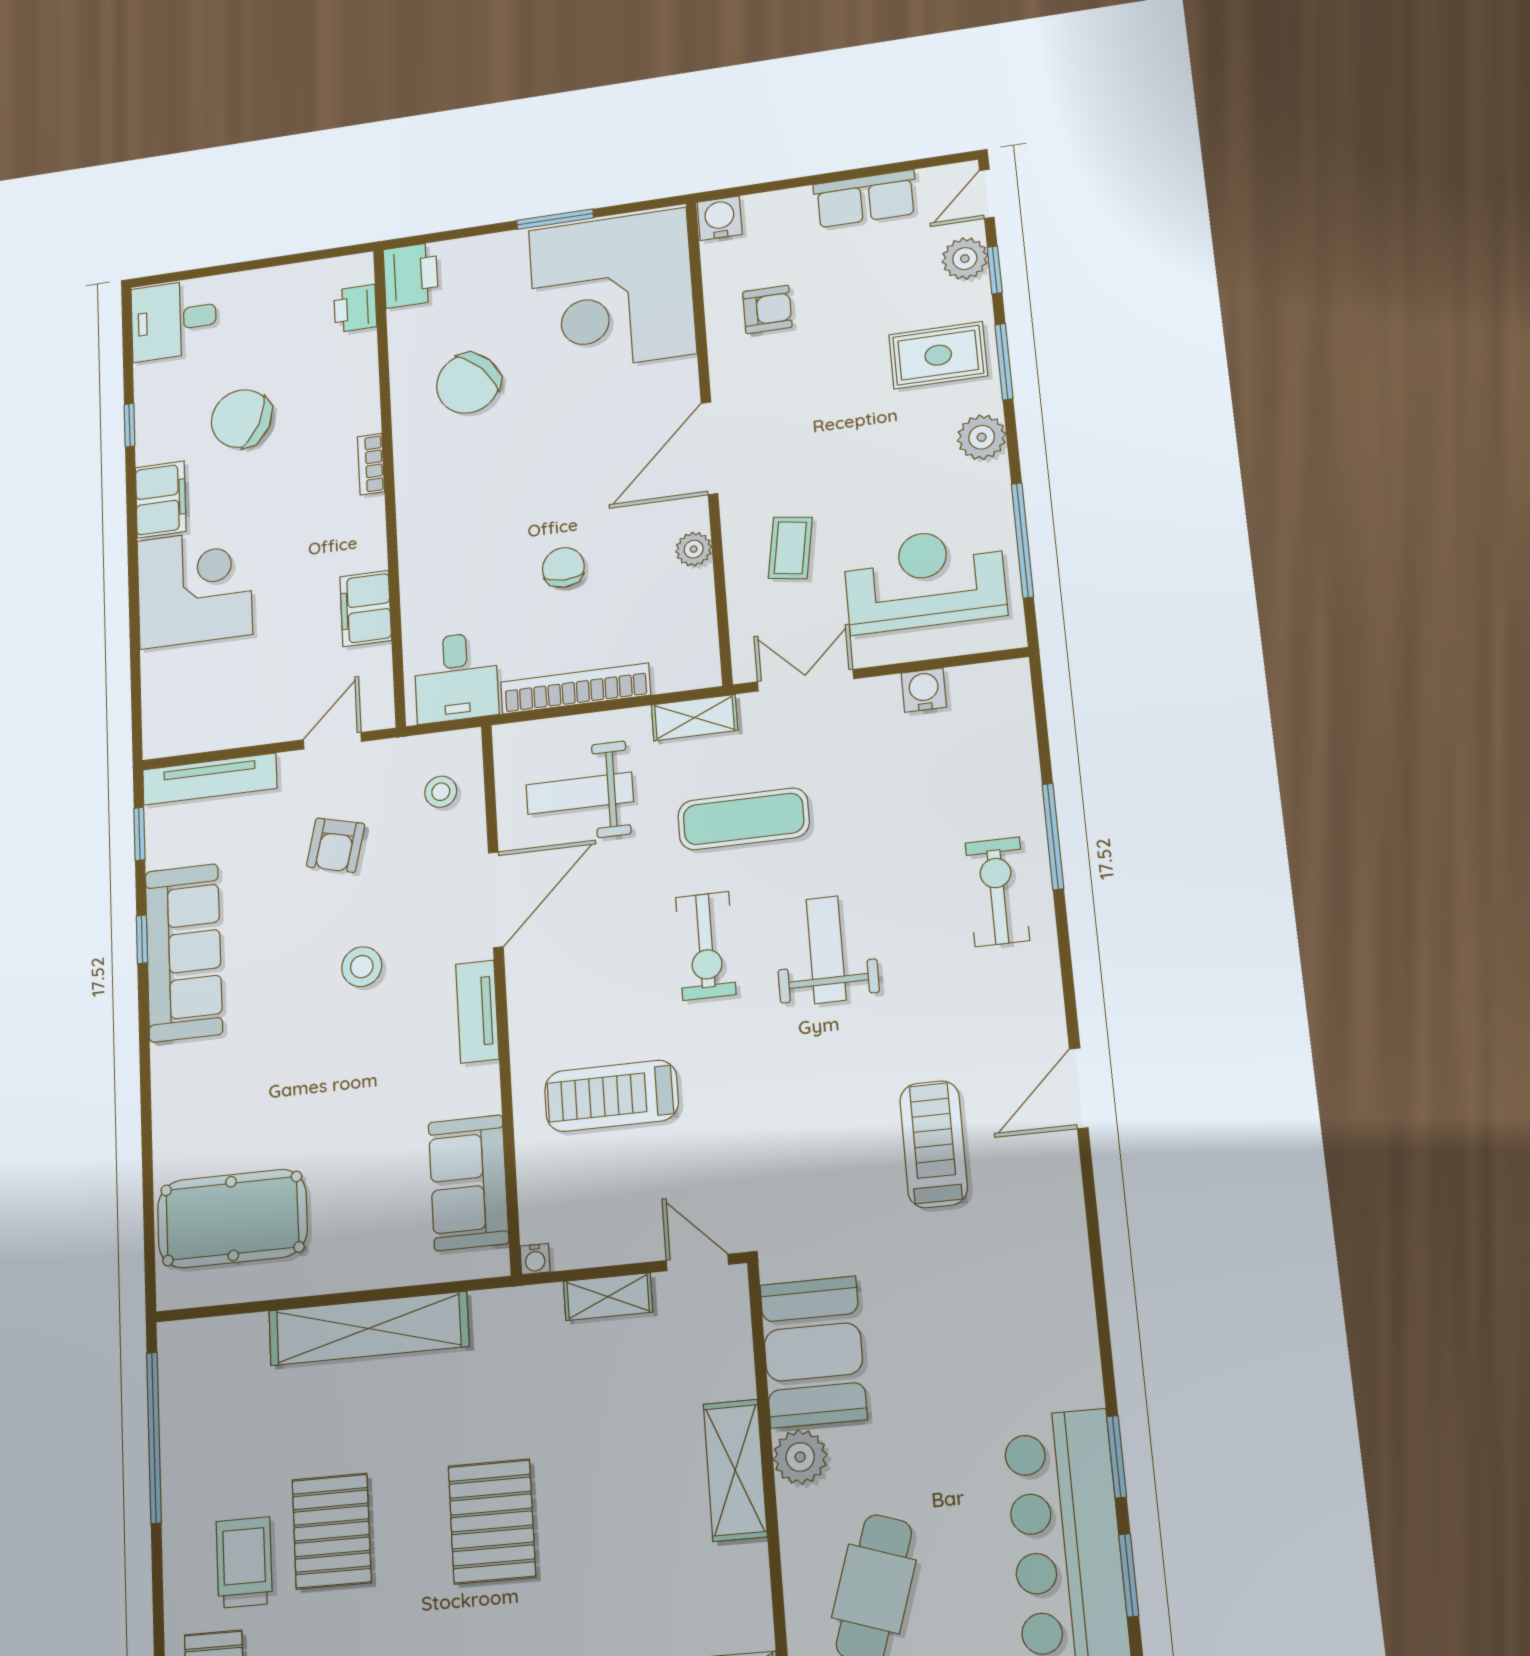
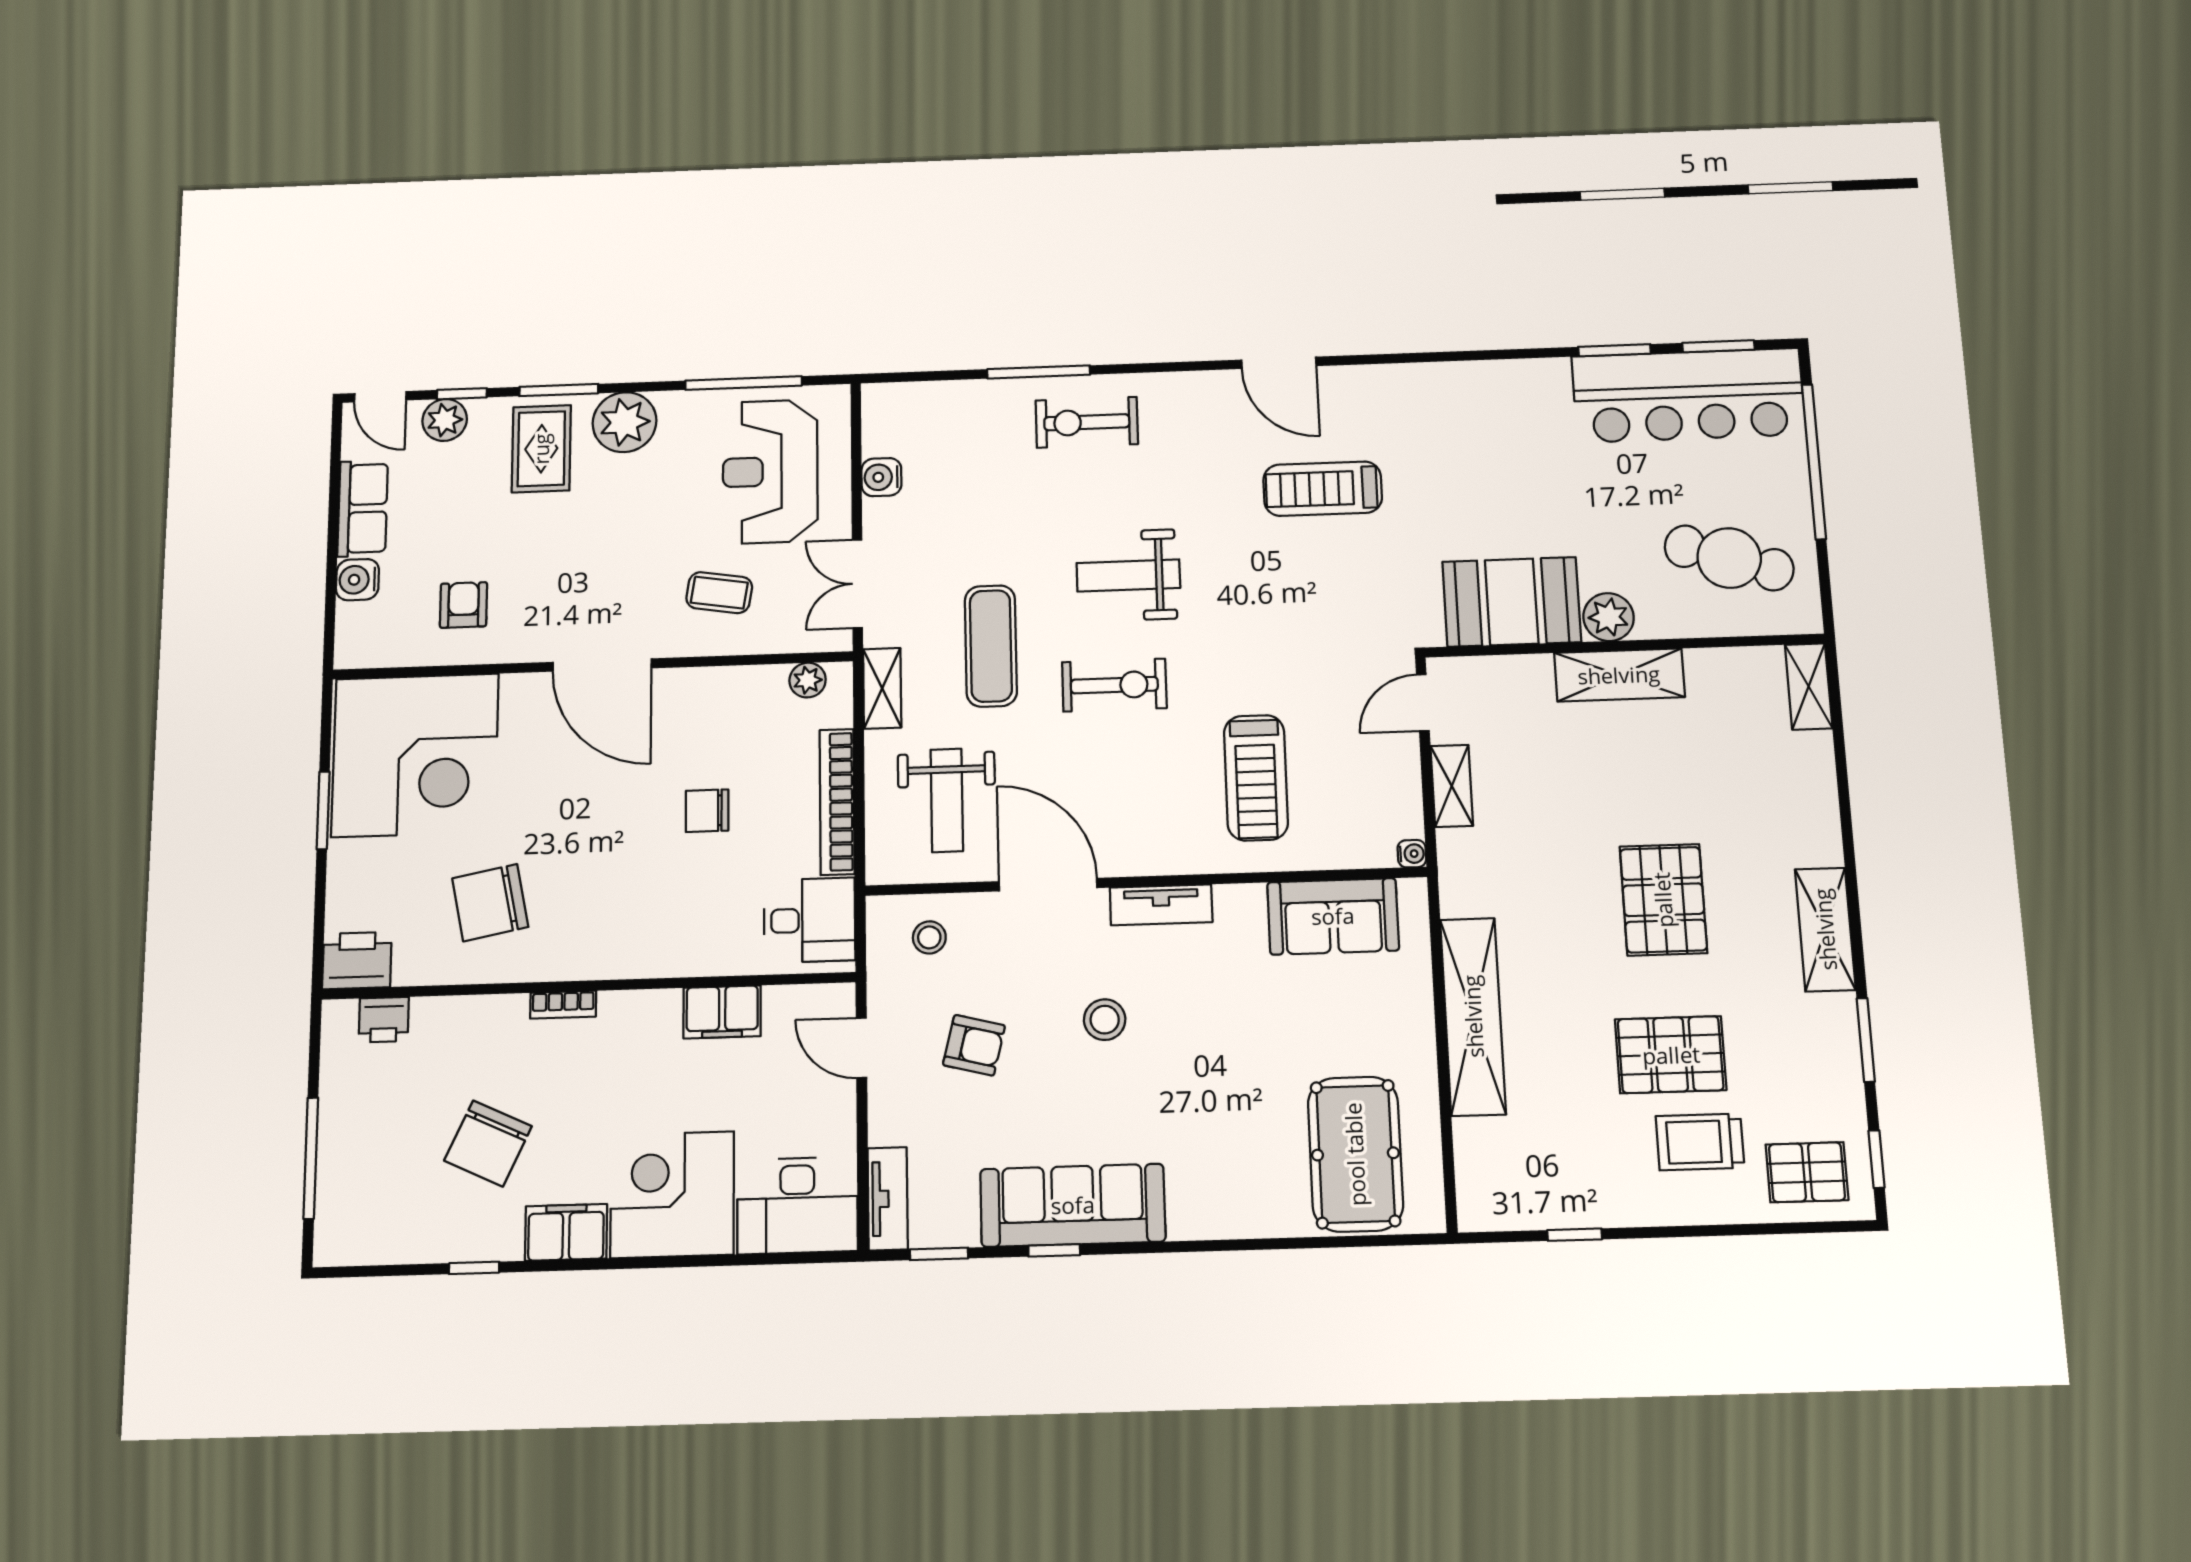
water cooler: (720, 218) -> (357, 580), moved
window: (228, 269) -> (311, 1158), added
desk: (174, 320) -> (797, 1205), moved, width x1.37
chair: (468, 383) -> (490, 903), turned 122
plant: (982, 437) -> (625, 422), width x1.36, depth x1.36
plant: (694, 549) -> (808, 680), moved
tv unit: (210, 779) -> (888, 1199), width x0.71
window: (154, 1438) -> (1575, 1235), width x0.32
pallet: (492, 1521) -> (1663, 900), turned 90

